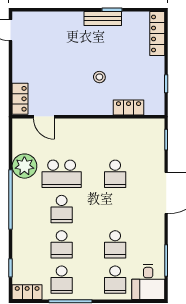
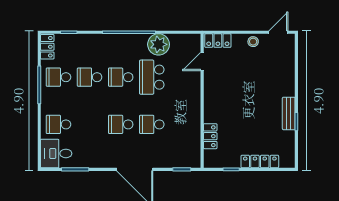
locker: (157, 33) -> (260, 161), moved
stool: (99, 77) -> (253, 42), moved
school desk: (115, 244) -> (121, 124), moved

